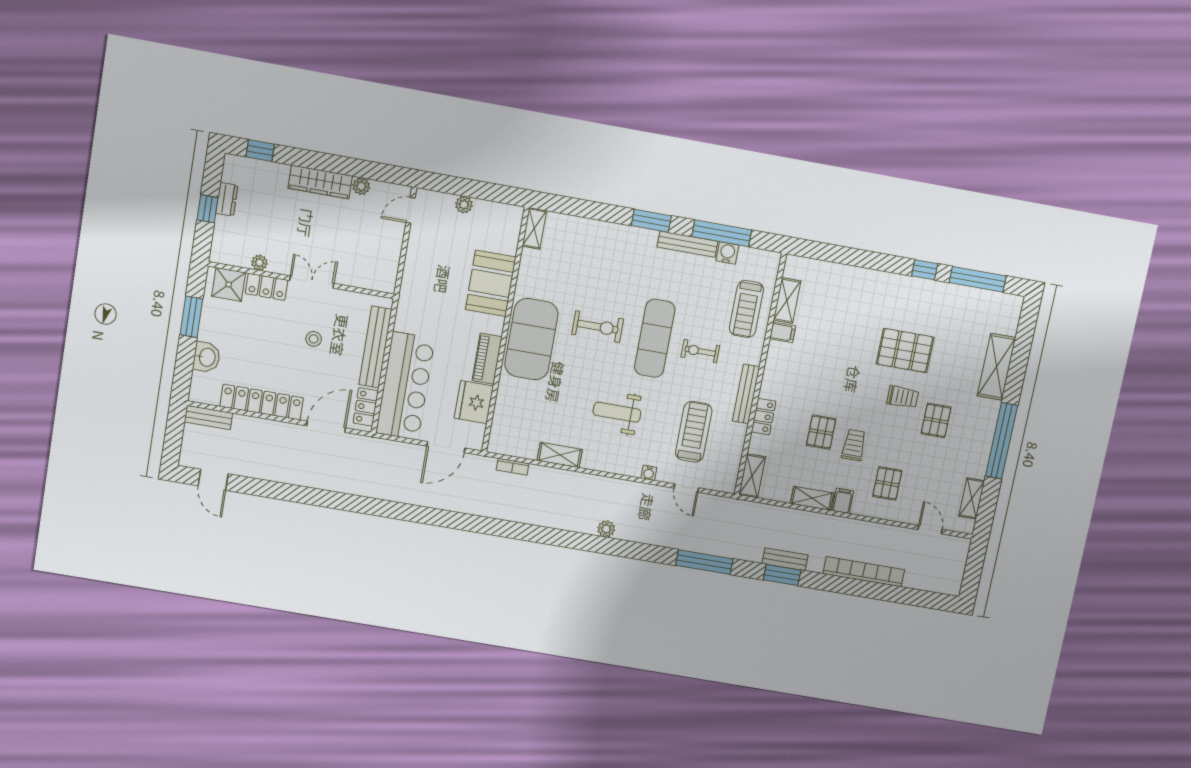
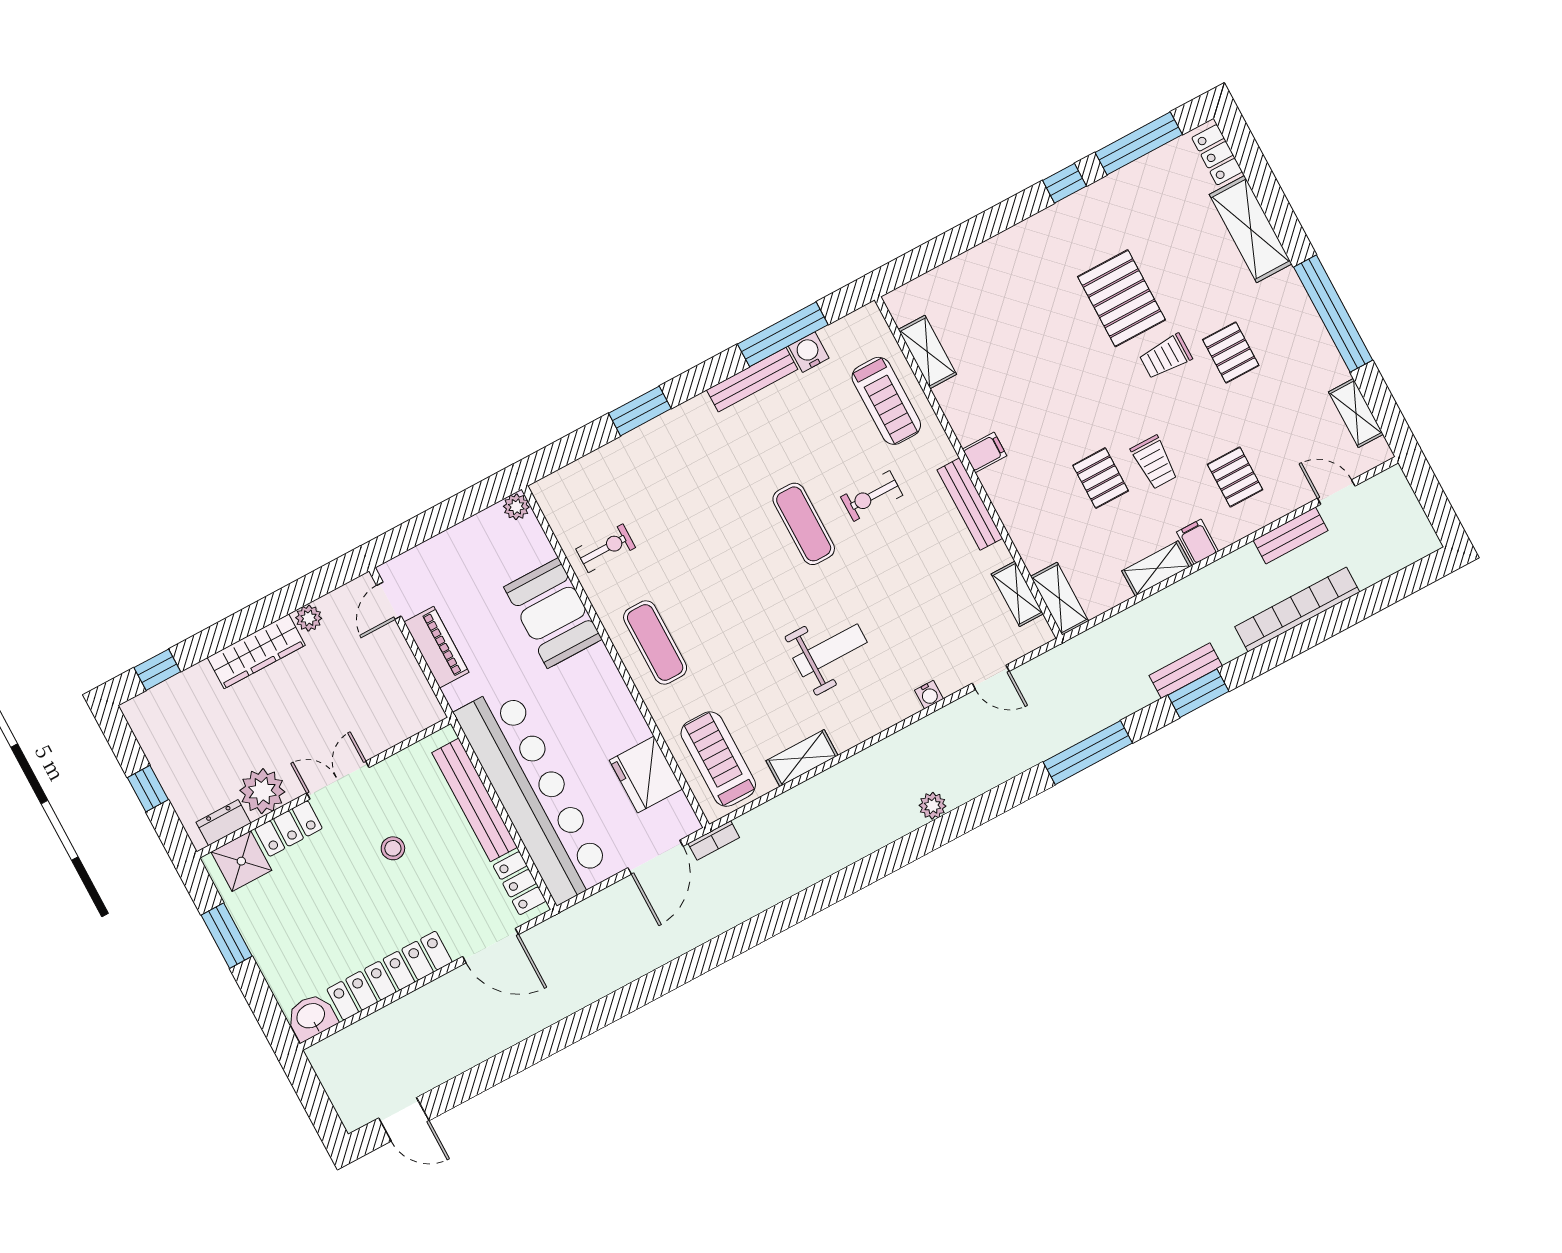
dresser: (227, 199) -> (223, 823), moved, turned -90
plant: (464, 205) -> (516, 507), moved
window: (651, 221) -> (640, 411), moved
shelving: (534, 228) -> (1017, 594), moved
plant: (259, 263) -> (262, 791), width x1.87, depth x1.87
exercise bike: (598, 327) -> (606, 548), moved, width x0.73, depth x0.72
filing cabinet: (783, 332) -> (985, 452), moved
exercise mat: (655, 338) -> (804, 524), width x0.73, depth x0.69
exercise mat: (531, 339) -> (655, 642), width x0.50, depth x0.69
pallet: (905, 351) -> (1122, 298), turned 90
washbasin: (207, 357) -> (311, 1017), moved, turned -90
piano: (487, 359) -> (437, 647), moved, turned 180
bar counter: (405, 386) -> (534, 794), width x1.36
trolley: (903, 397) -> (1166, 356), turned 180
weight bench: (617, 412) -> (830, 650), turned 180
locker: (763, 417) -> (1217, 155), moved, turned 180
bench: (208, 418) -> (1291, 536), moved
door: (326, 427) -> (491, 946), swing flipped
treadmill: (694, 432) -> (718, 759), moved
trolley: (854, 445) -> (1154, 462), turned 180
bookcase: (513, 467) -> (714, 840), moved

